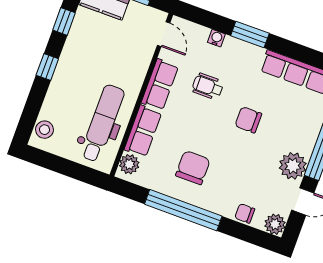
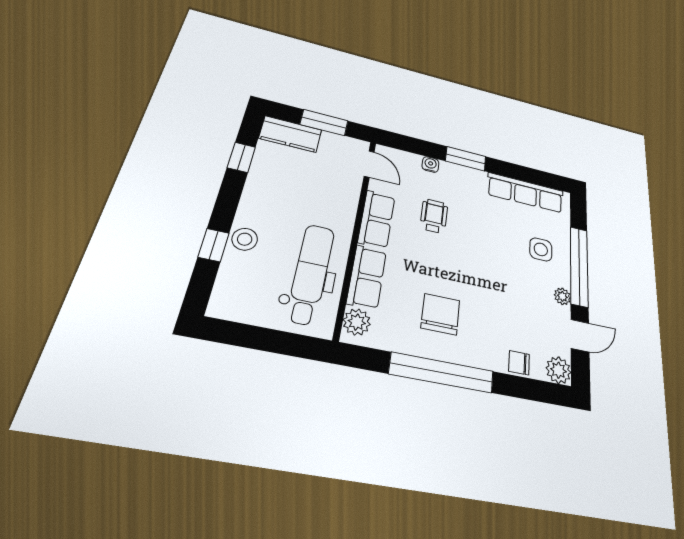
window: (47, 67) -> (214, 245), moved
wheelchair: (208, 86) -> (434, 216), turned 90
chair: (248, 120) -> (490, 248), removed
side table: (293, 126) -> (541, 249), added
stool: (45, 130) -> (245, 239), moved
plant: (293, 166) -> (562, 296), width x0.53, depth x0.53

